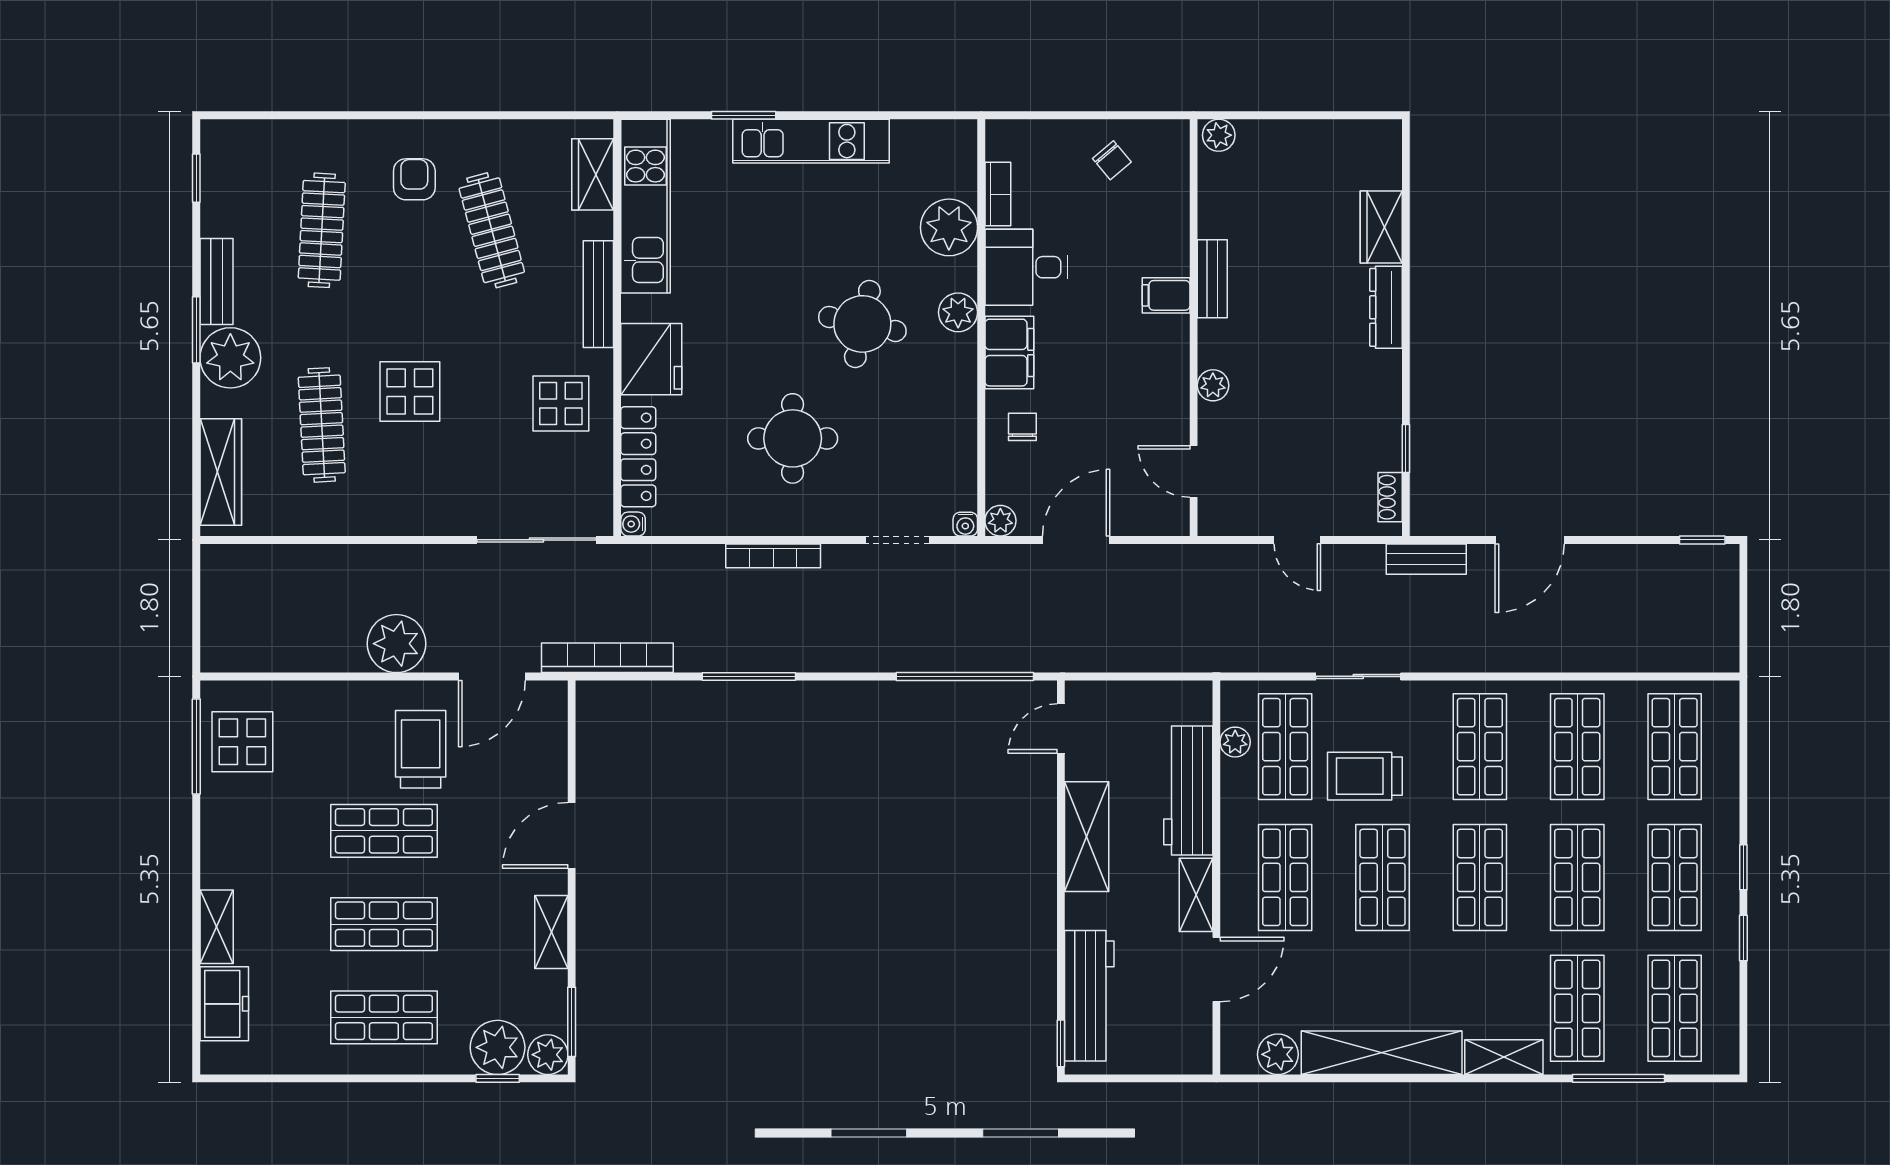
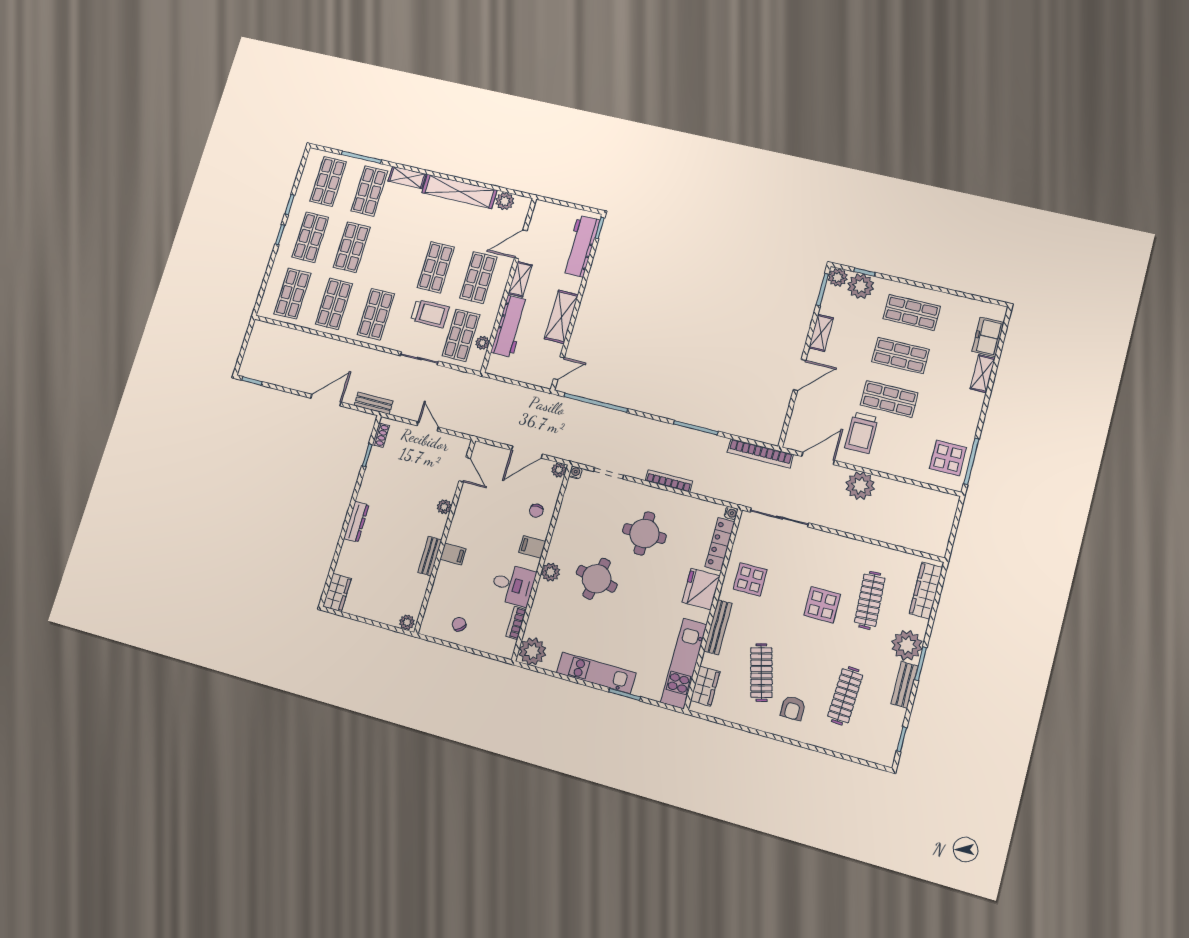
plant: (949, 227) -> (532, 651), moved
wardrobe: (1381, 227) -> (337, 592), moved
filing cabinet: (1009, 353) -> (532, 547), width x0.50
shop shelf: (1480, 877) -> (394, 257), removed

